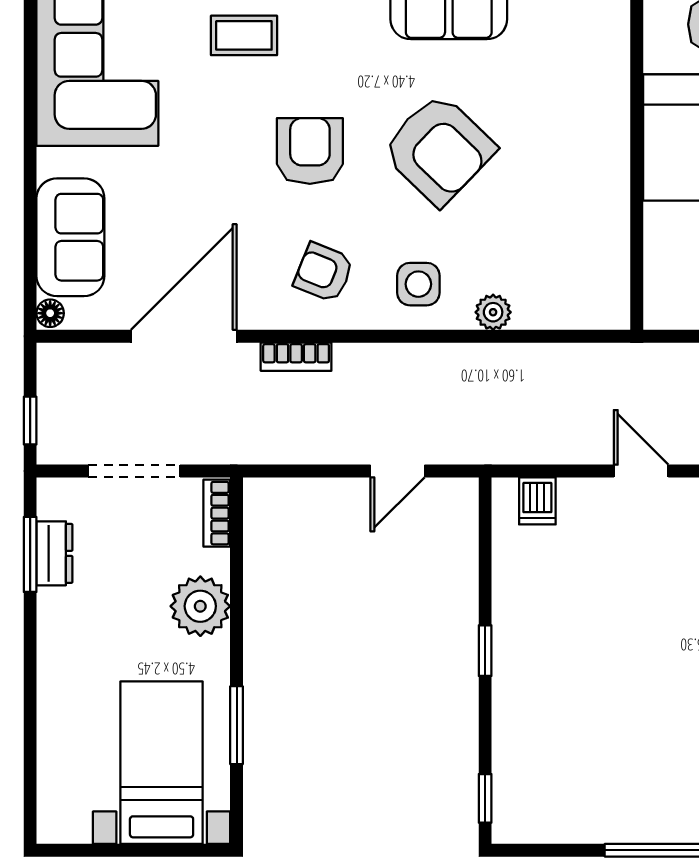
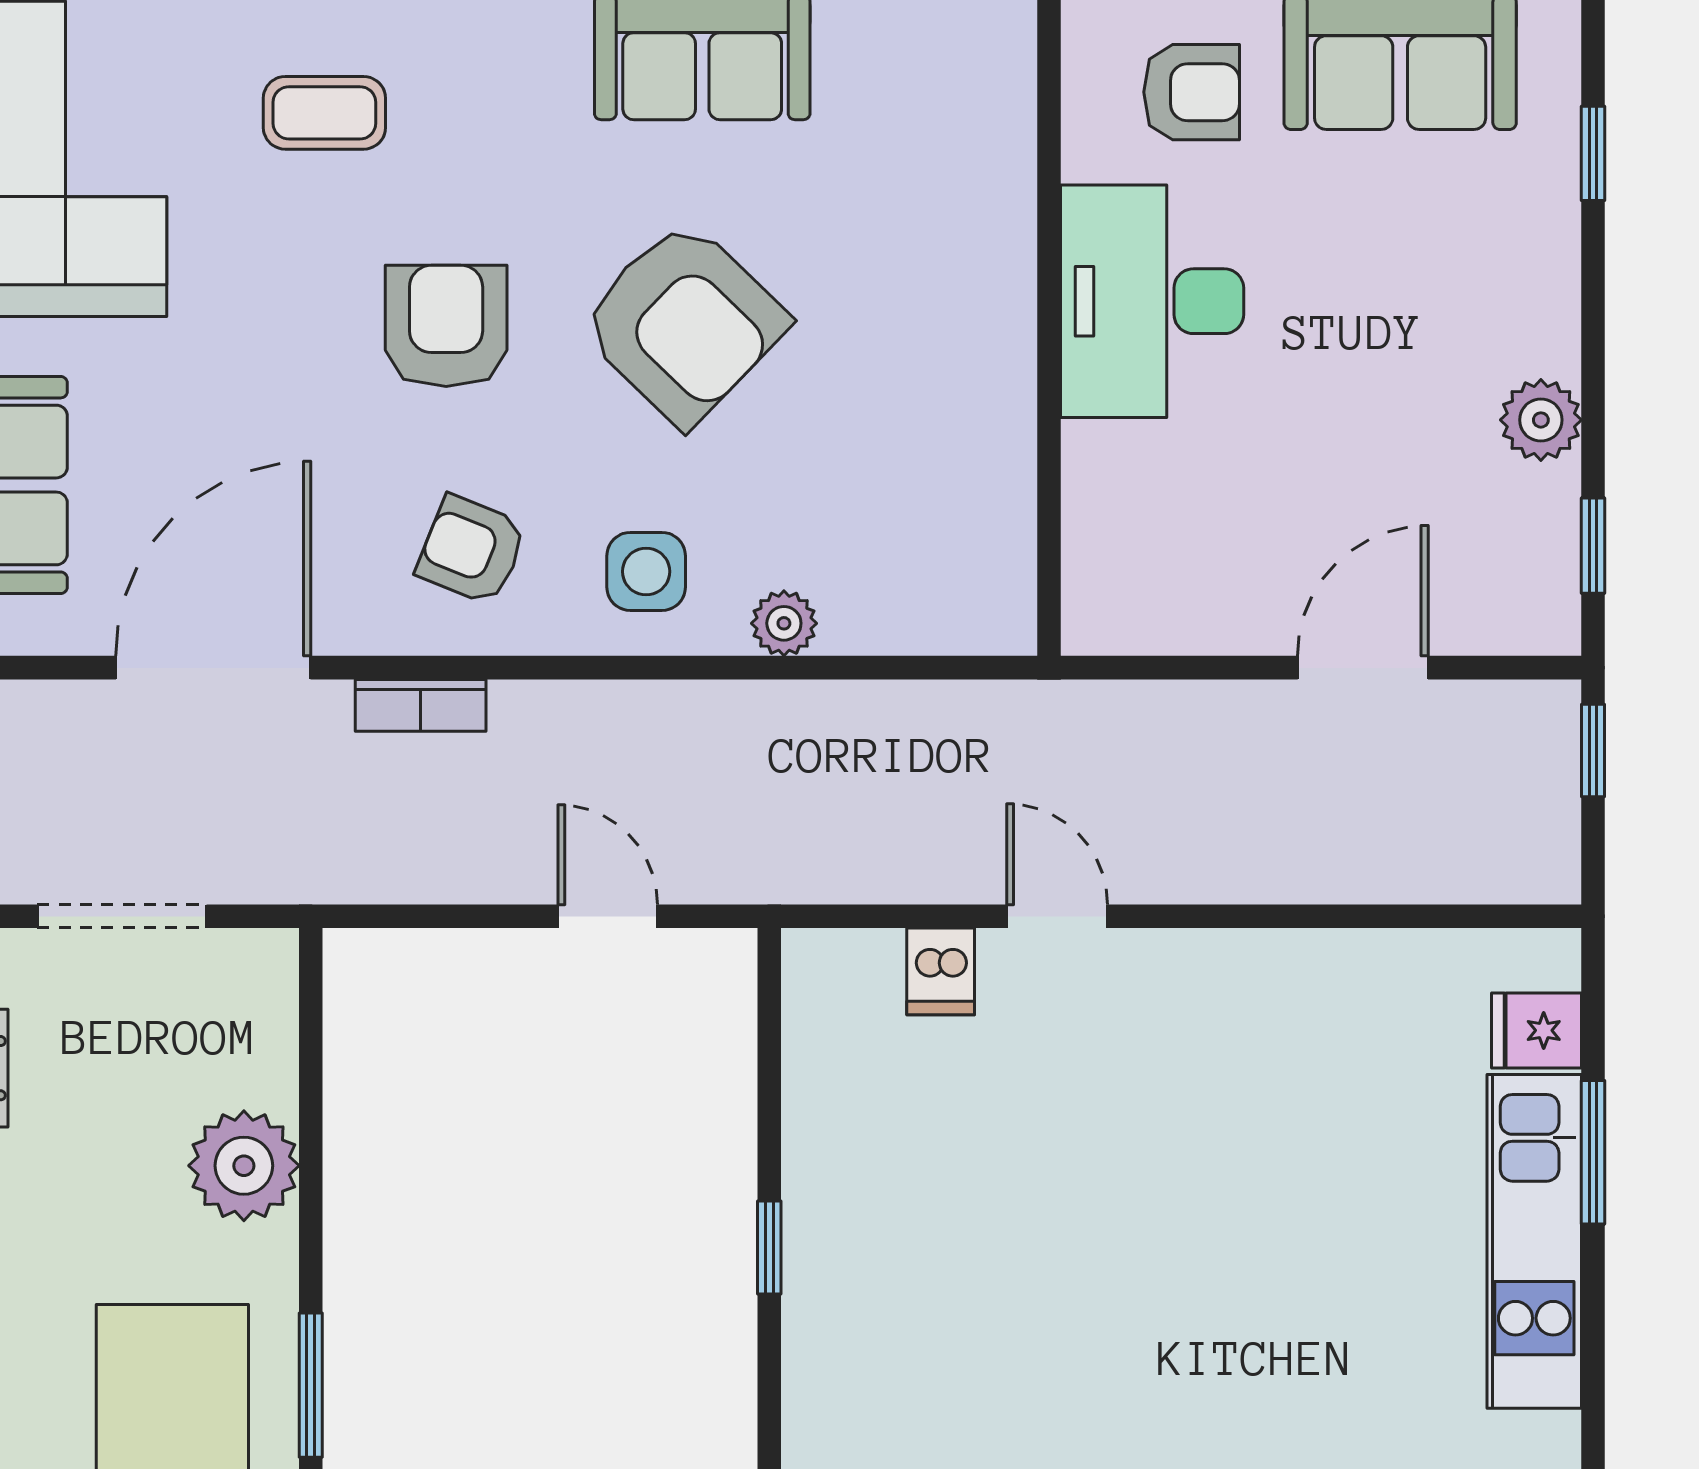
door: (398, 471) -> (608, 916), swing flipped
dishwasher: (537, 501) -> (941, 971), moved
bookcase: (217, 513) -> (274, 994), removed

